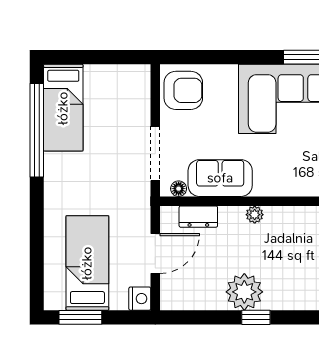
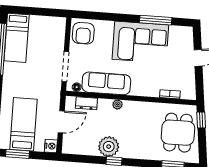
armchair: (183, 90) -> (83, 33), turned 90
sofa: (220, 178) -> (106, 83), width x1.36

